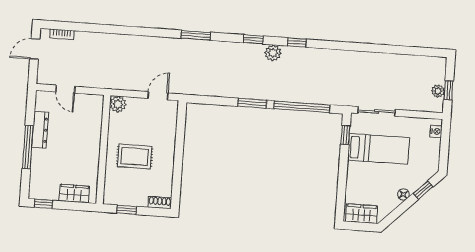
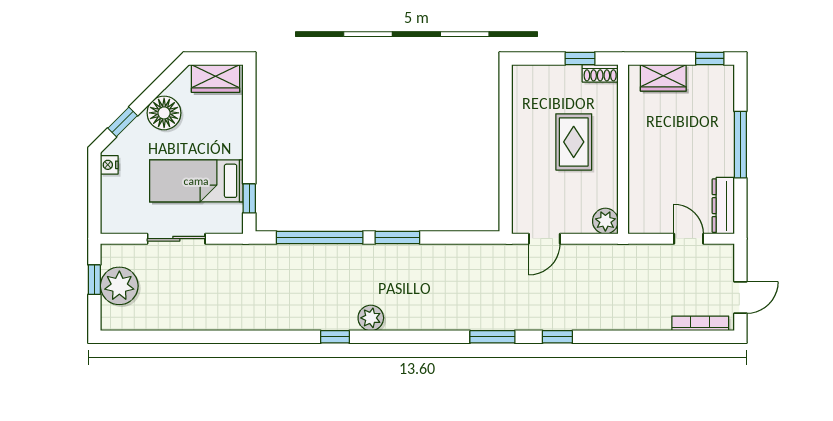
bookcase: (62, 34) -> (700, 323), width x1.56
window: (253, 39) -> (557, 337), moved
plant: (438, 91) -> (119, 286), width x1.88, depth x1.88
sliding door: (377, 111) -> (176, 239), moved
dresser: (40, 130) -> (723, 206), moved
nightstand: (436, 131) -> (109, 165), moved
rug: (135, 156) -> (574, 142), turned 90
floor lamp: (403, 194) -> (164, 113), width x1.89, depth x1.89
shoe rack: (160, 203) -> (600, 73), moved

